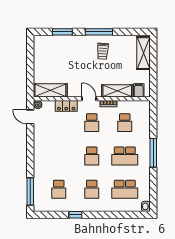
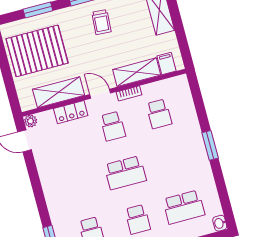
pallet: (55, 59) -> (37, 51), added
shelving: (50, 90) -> (59, 92), moved
window: (153, 153) -> (210, 145), width x0.69
school desk: (92, 156) -> (125, 173), width x1.85
school desk: (125, 156) -> (171, 160), removed

